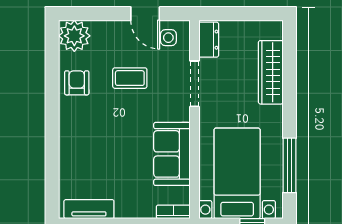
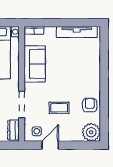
door: (145, 14) -> (50, 145), hinge flipped
armchair: (77, 83) -> (90, 105), turned 180
tv unit: (89, 209) -> (77, 32), width x1.41

